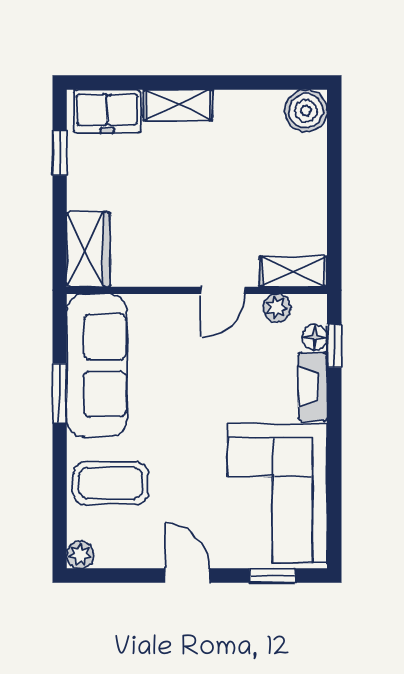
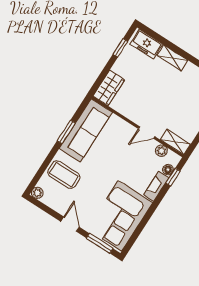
window: (272, 576) -> (100, 243), width x1.50

